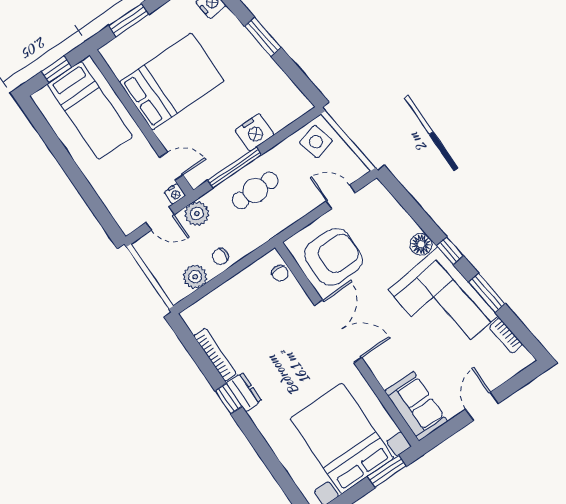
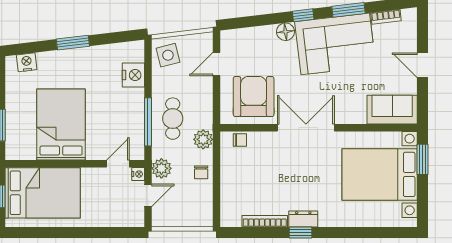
bed: (90, 110) -> (43, 193), width x1.50
nightstand: (254, 132) -> (133, 75), moved
plant: (195, 277) -> (203, 139), moved

